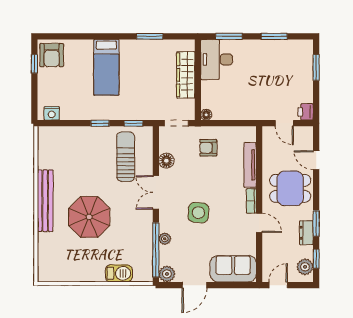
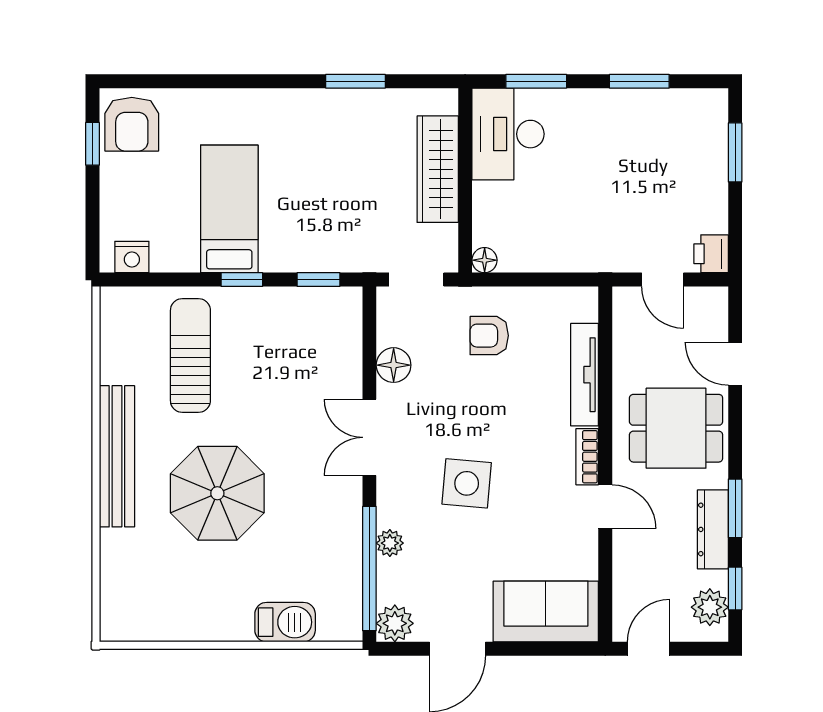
bed: (106, 67) -> (229, 209), moved, turned 180
sun lounger: (126, 157) -> (190, 356), moved
dresser: (306, 233) -> (713, 529), width x1.44

